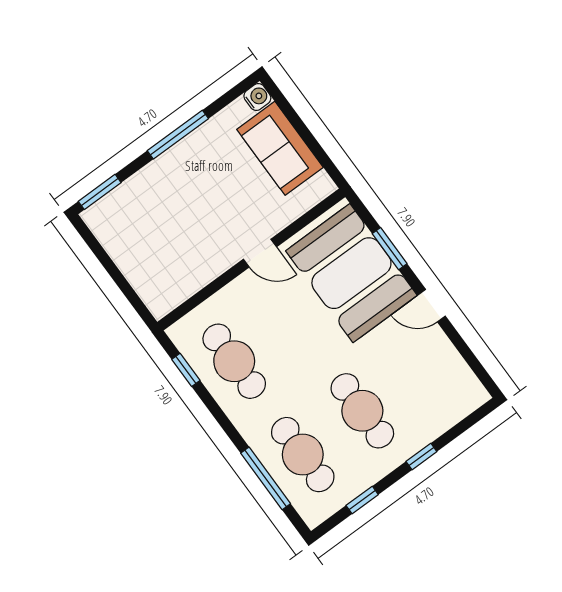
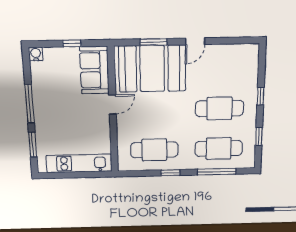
window: (308, 137) -> (72, 43), added
sofa: (280, 148) -> (94, 70), moved, turned 90
window: (100, 192) -> (33, 145), moved
kitchen unit: (136, 265) -> (79, 163), added
window: (186, 370) -> (170, 173), moved

